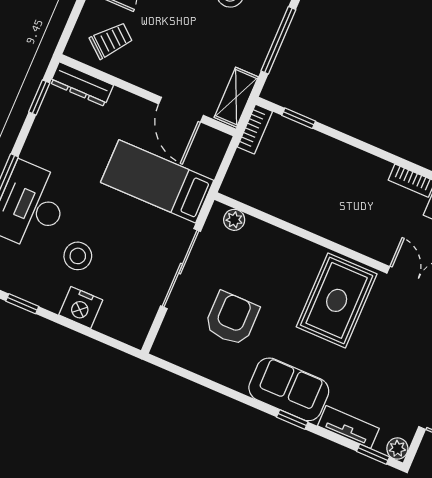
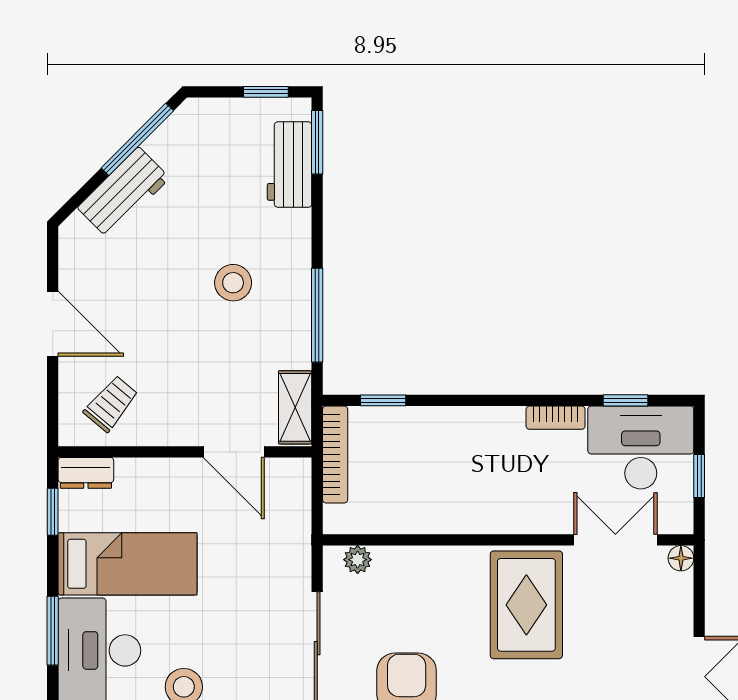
dresser: (82, 84) -> (86, 473), width x0.70
bookcase: (255, 129) -> (335, 454), width x1.56
bed: (157, 181) -> (128, 564), moved, turned 180

